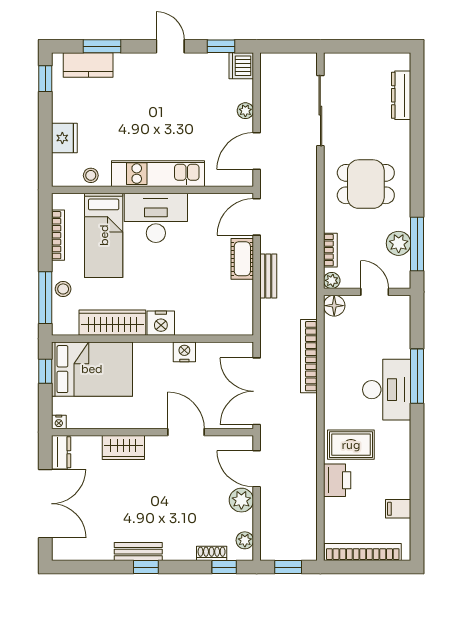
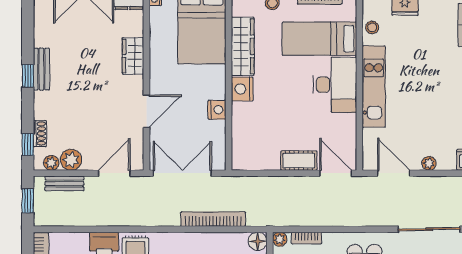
bench: (268, 276) -> (64, 183), moved
plant: (241, 500) -> (71, 160), moved

